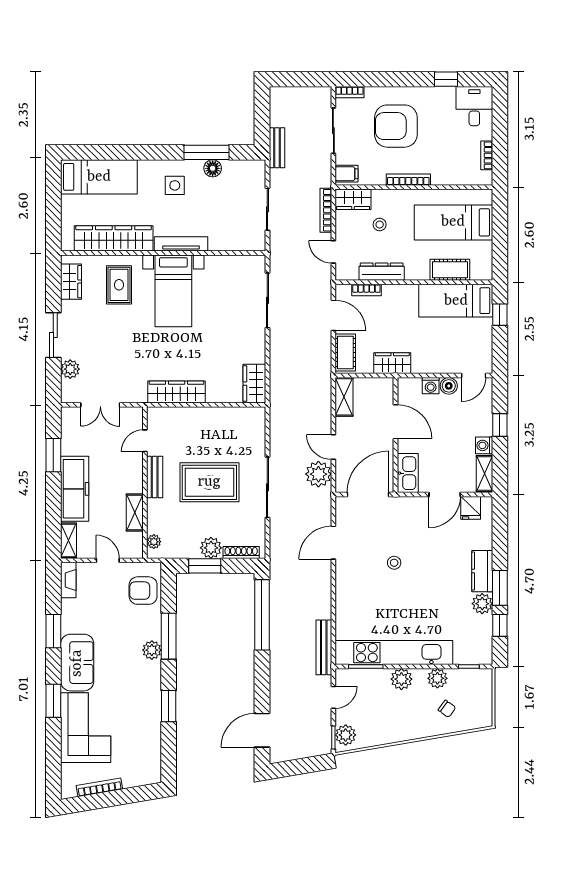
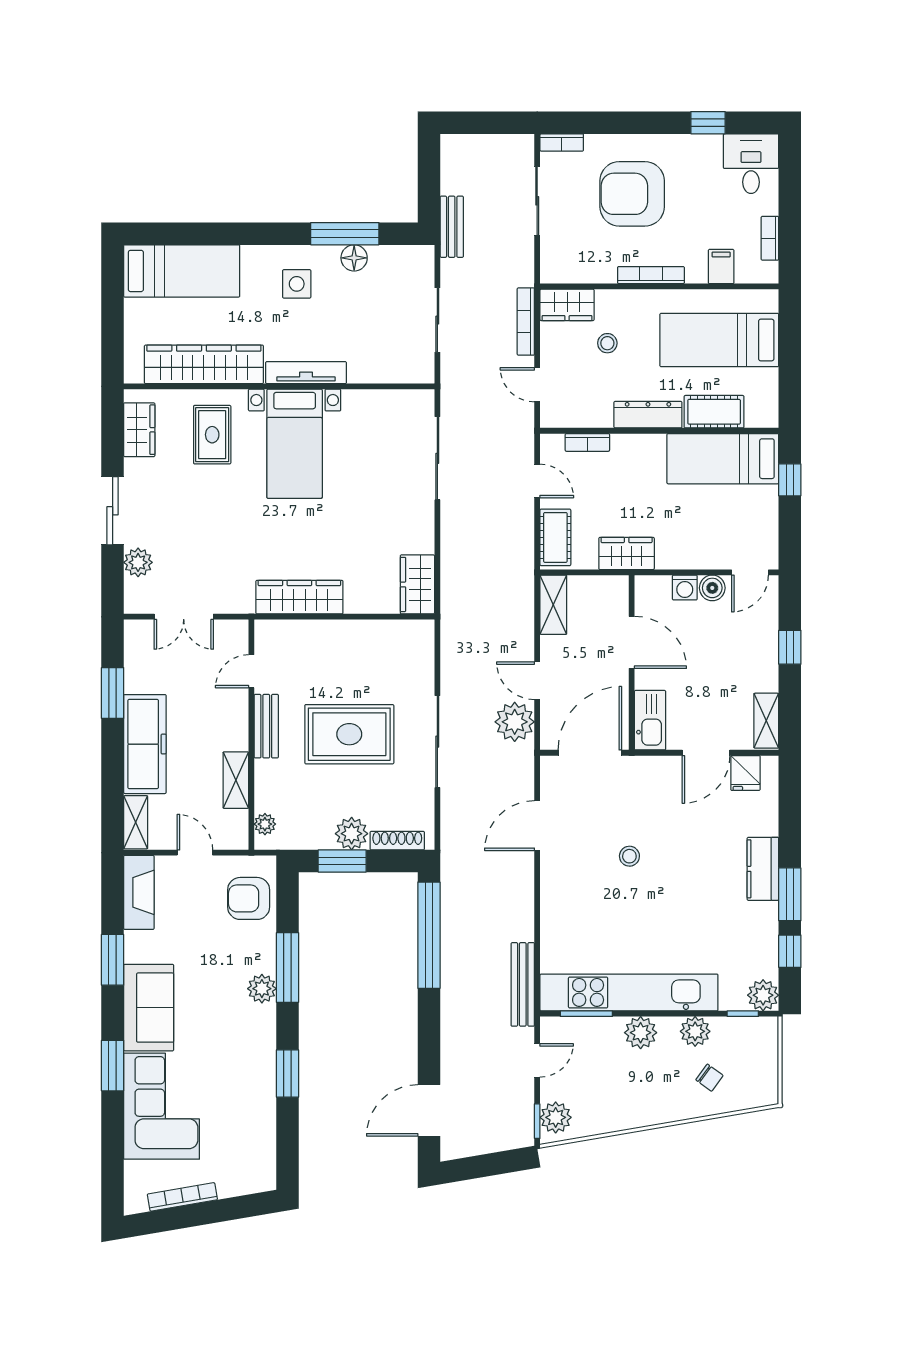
filing cabinet: (346, 174) -> (721, 267), moved, turned -90
dresser: (382, 272) -> (648, 415), moved
door: (333, 315) -> (537, 481), width x0.73
washing machine: (484, 445) -> (766, 678), removed
fireplace: (68, 580) -> (139, 892), width x1.37, depth x1.32
plant: (482, 604) -> (763, 995), moved

